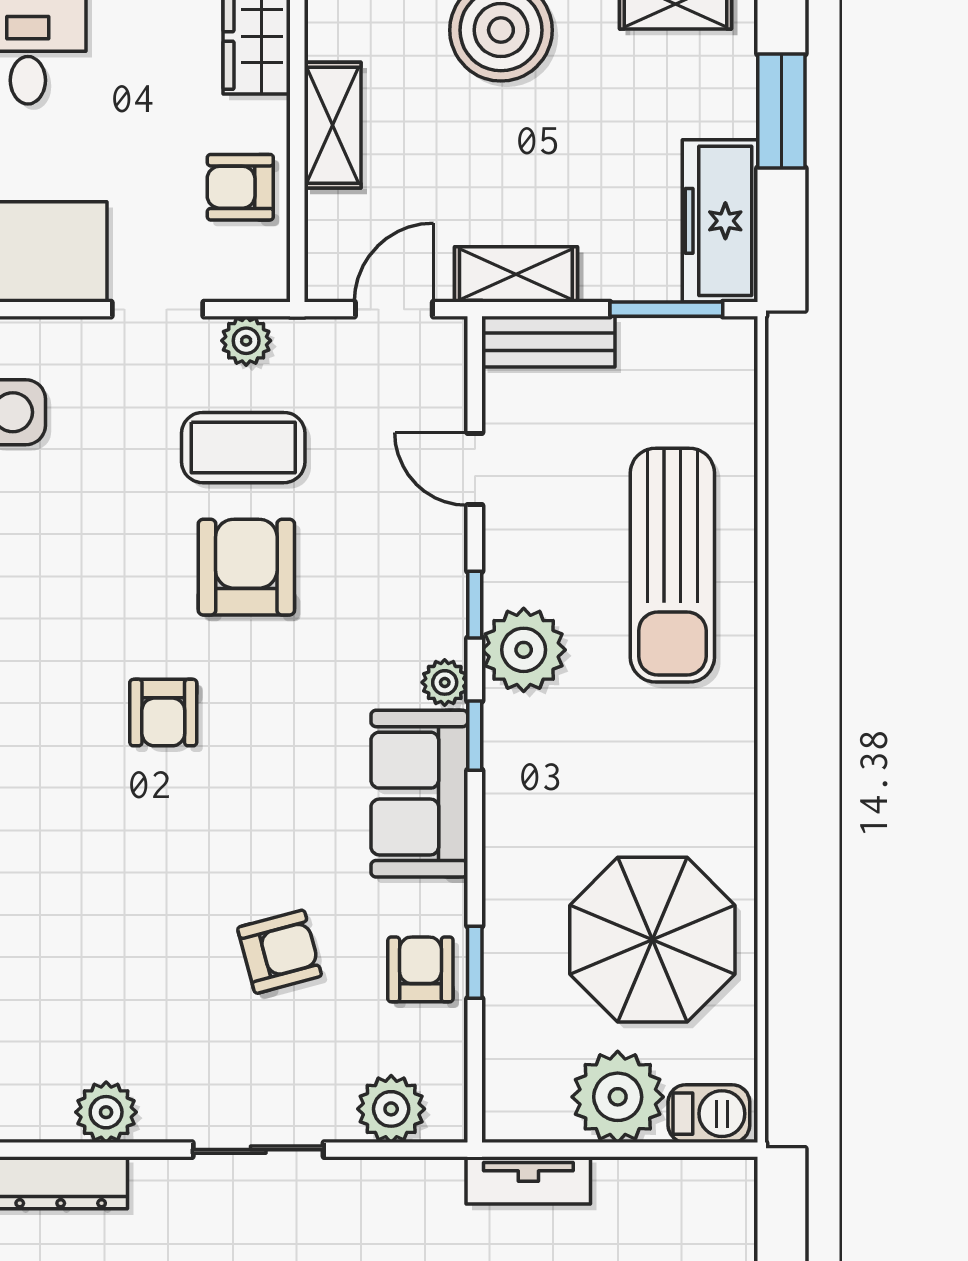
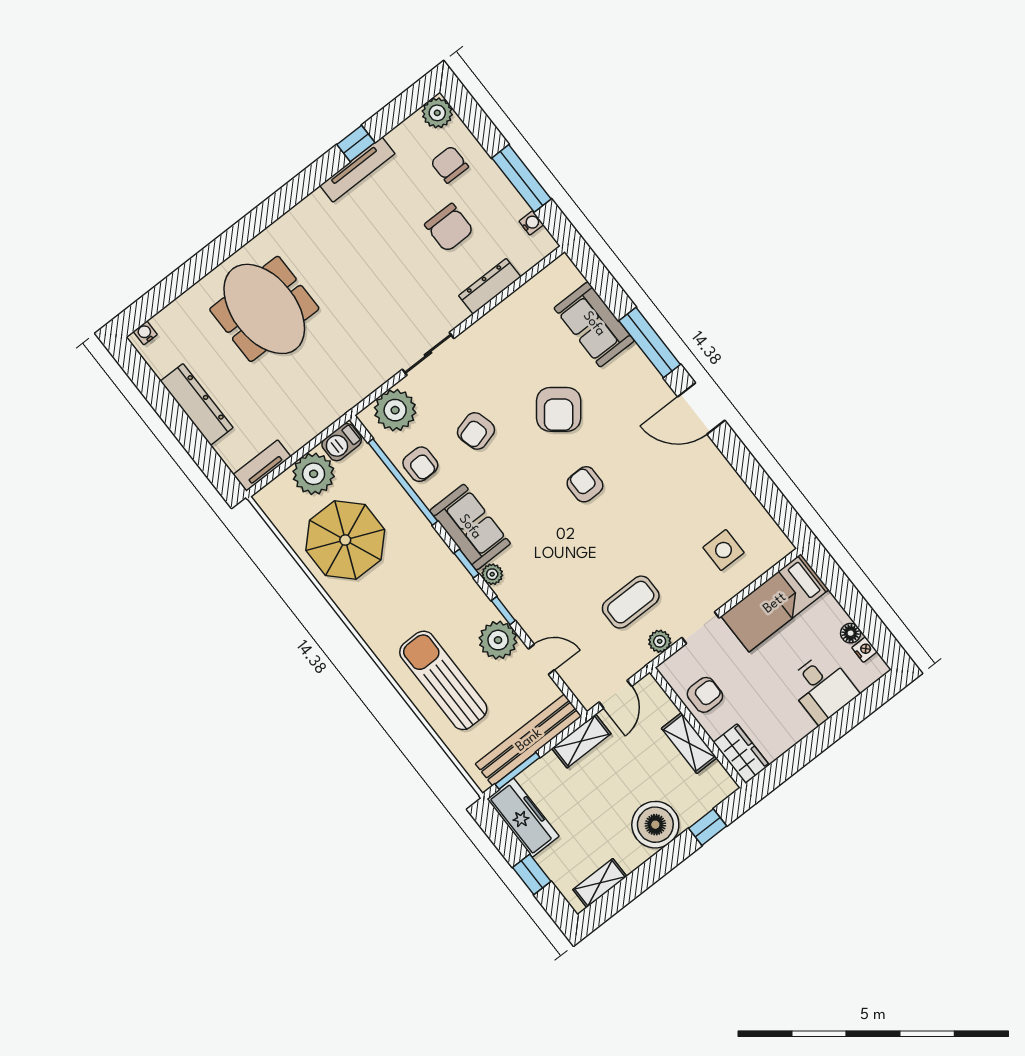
window: (781, 111) -> (532, 874), width x0.67
bench: (548, 342) -> (529, 740), width x1.86, depth x1.21
armchair: (246, 567) -> (559, 409), moved, turned 38
plant: (524, 650) -> (498, 640), moved
window: (475, 962) -> (403, 482), width x3.17
plant: (391, 1109) -> (395, 410), width x1.36, depth x1.36
plant: (106, 1112) -> (493, 324), removed
barbecue: (709, 1114) -> (342, 442), moved
tv unit: (528, 1180) -> (262, 466), moved

